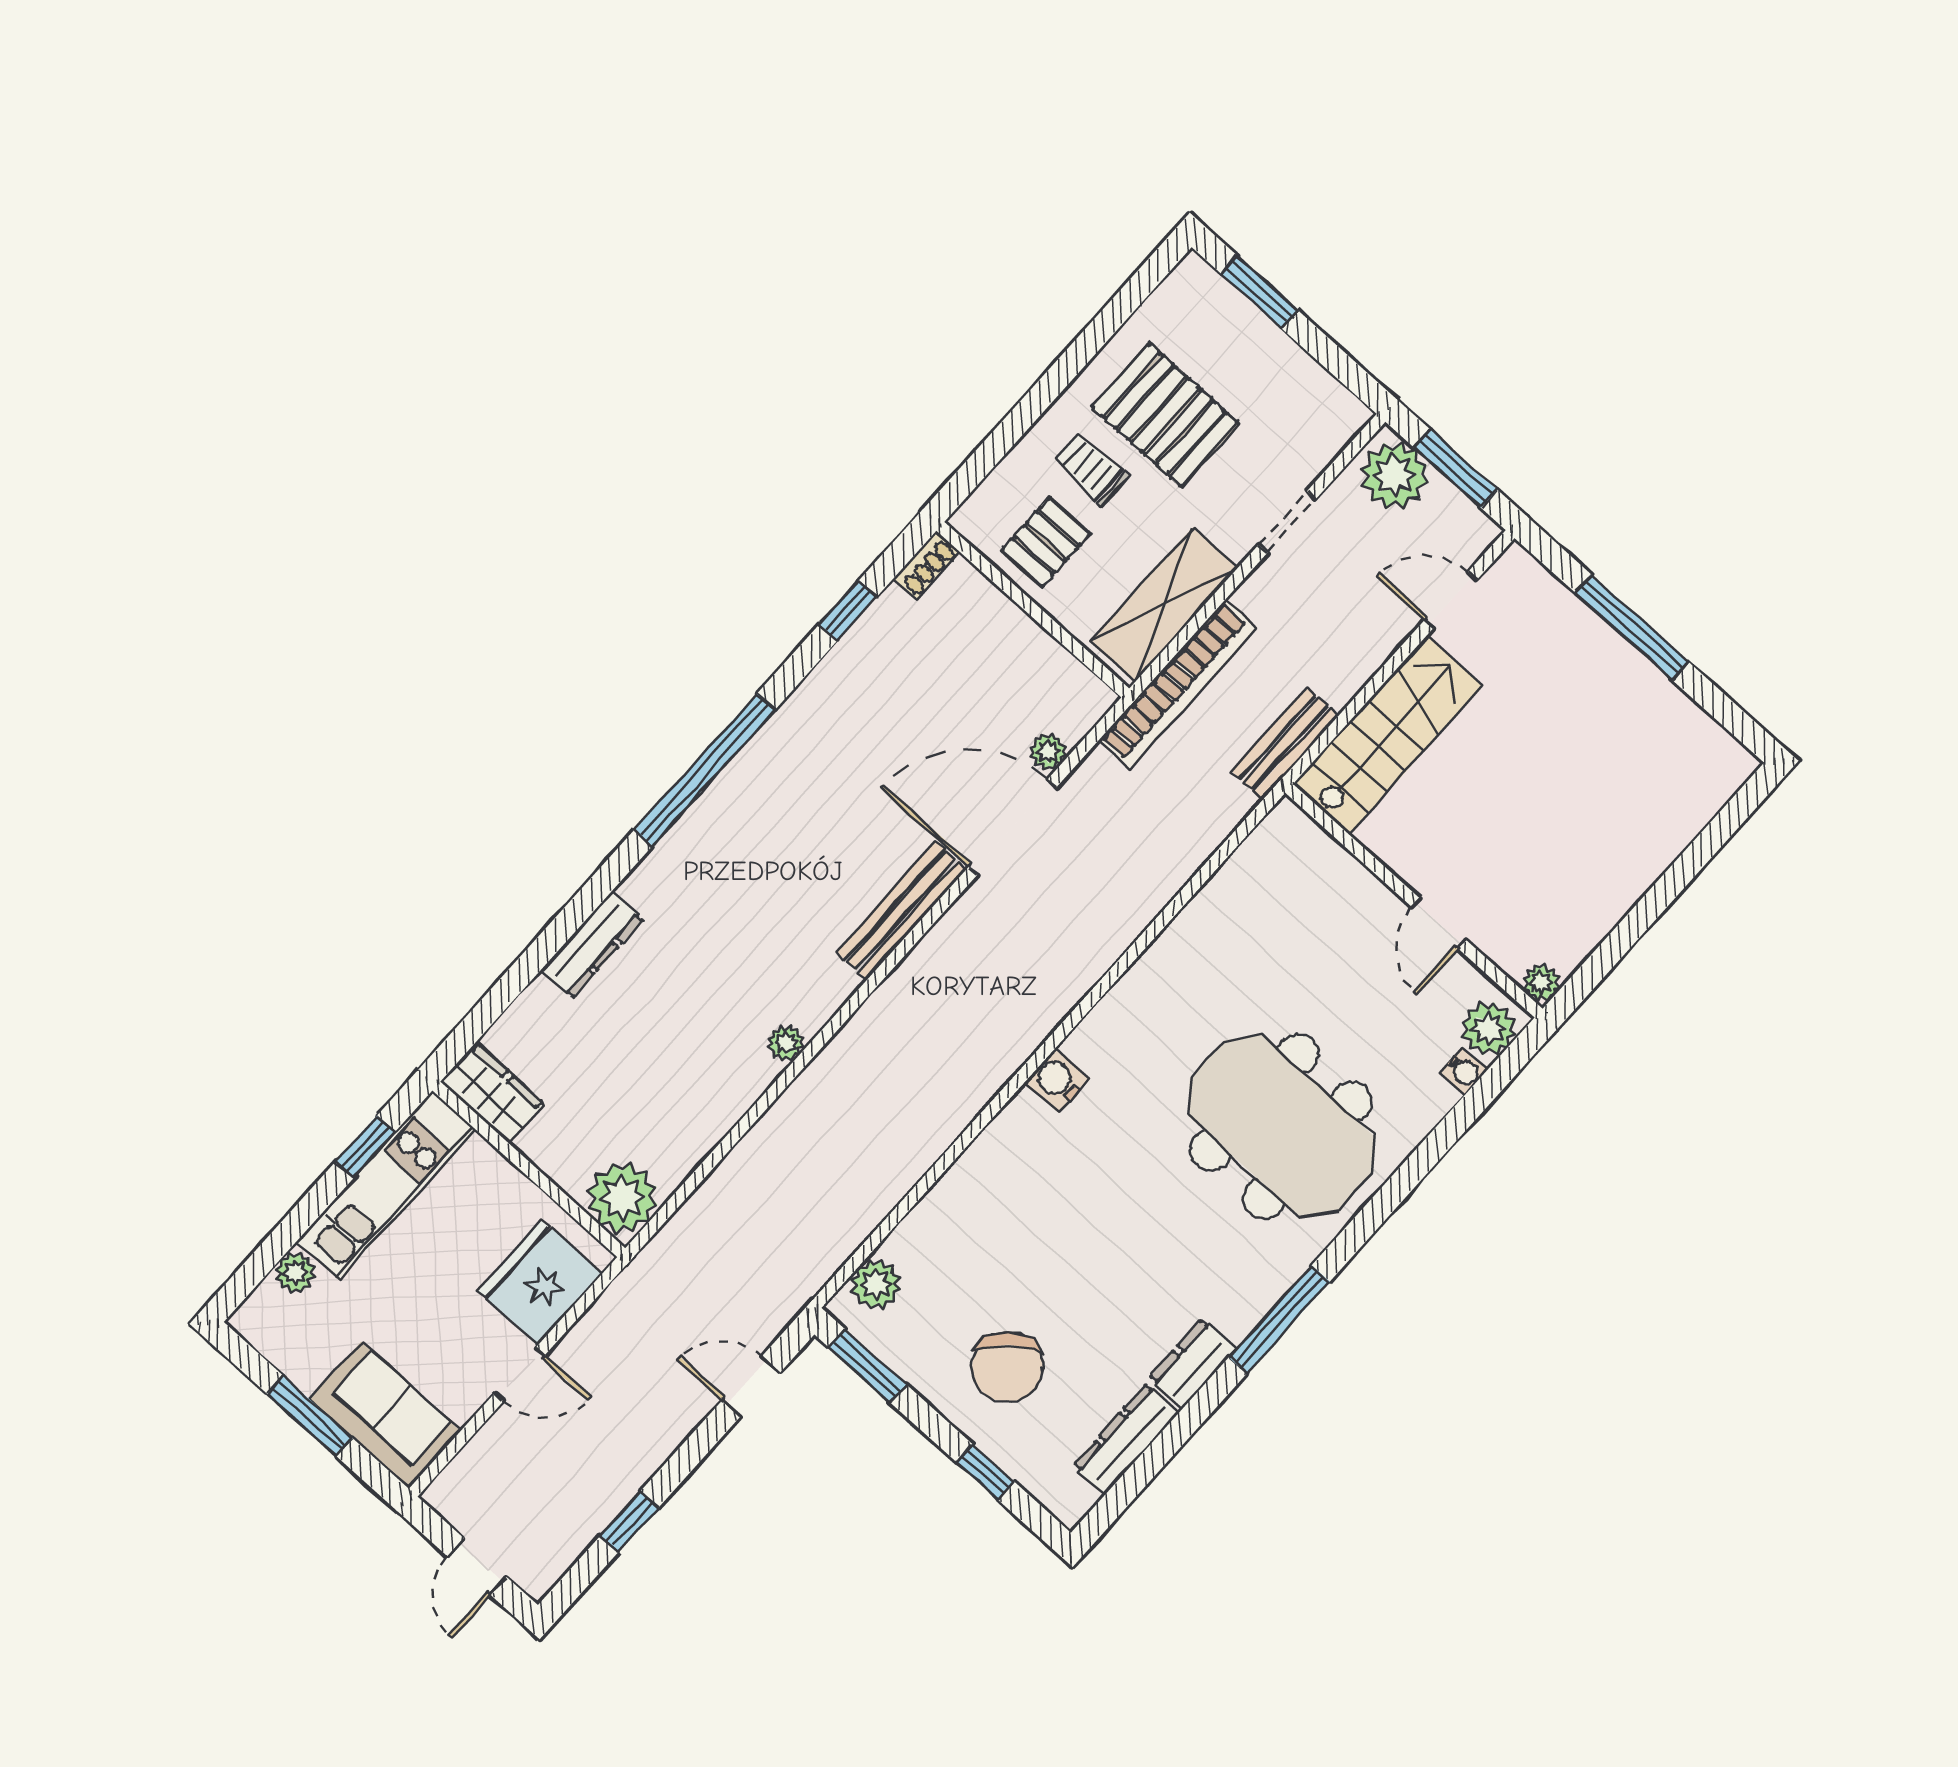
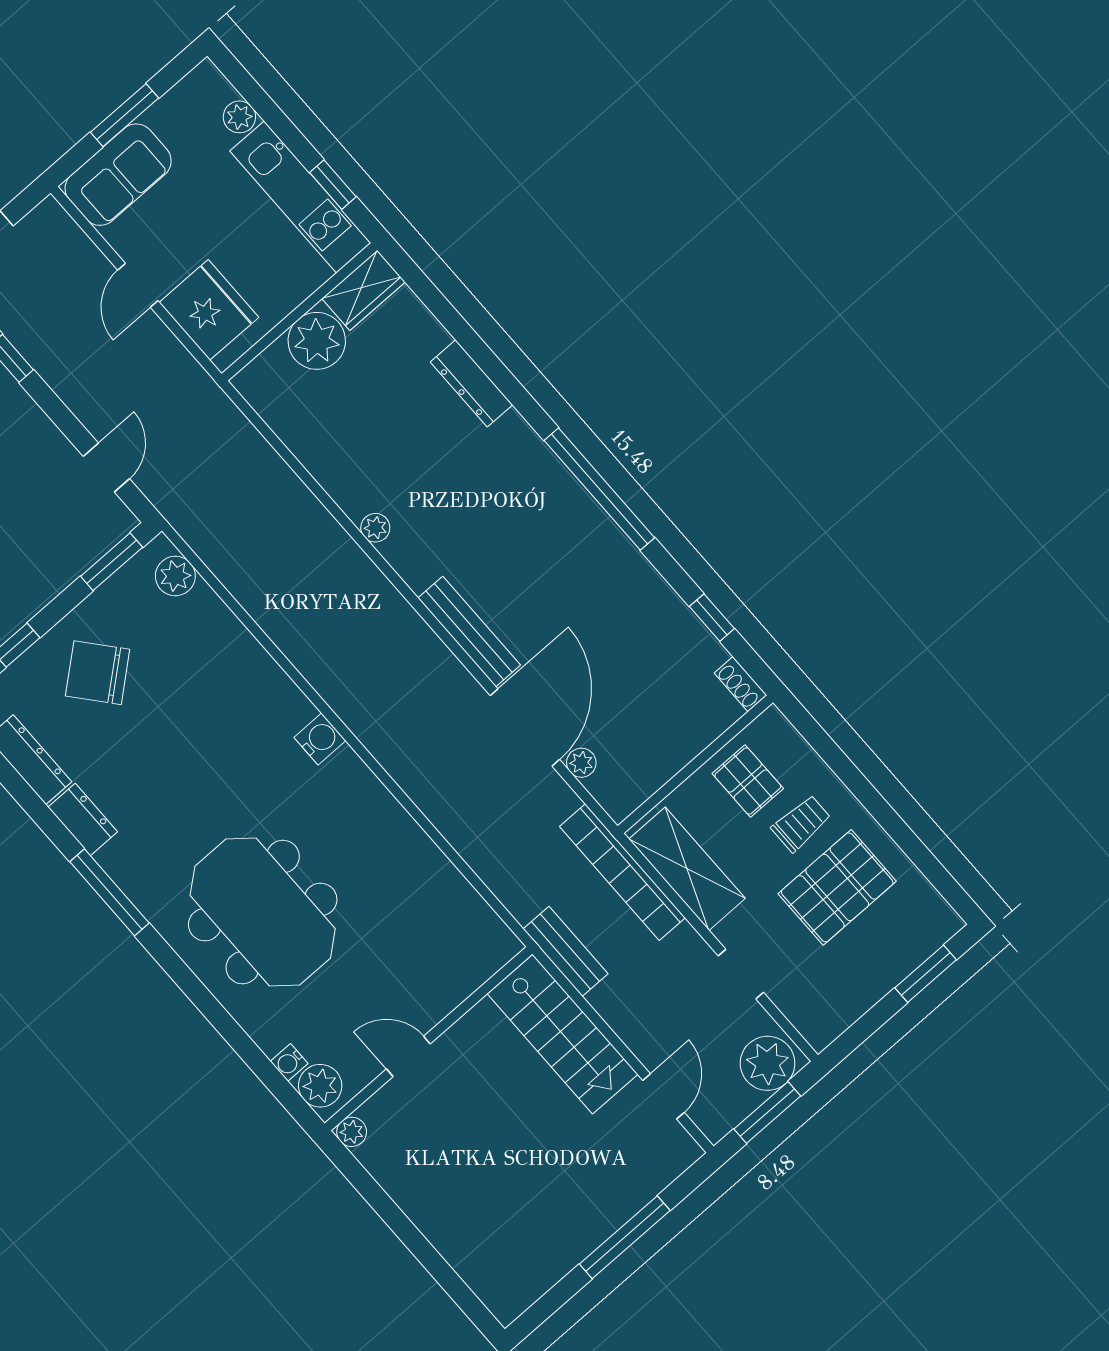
meeting table: (1281, 1126) -> (263, 912), turned 90
plant: (623, 1198) -> (317, 341), moved

